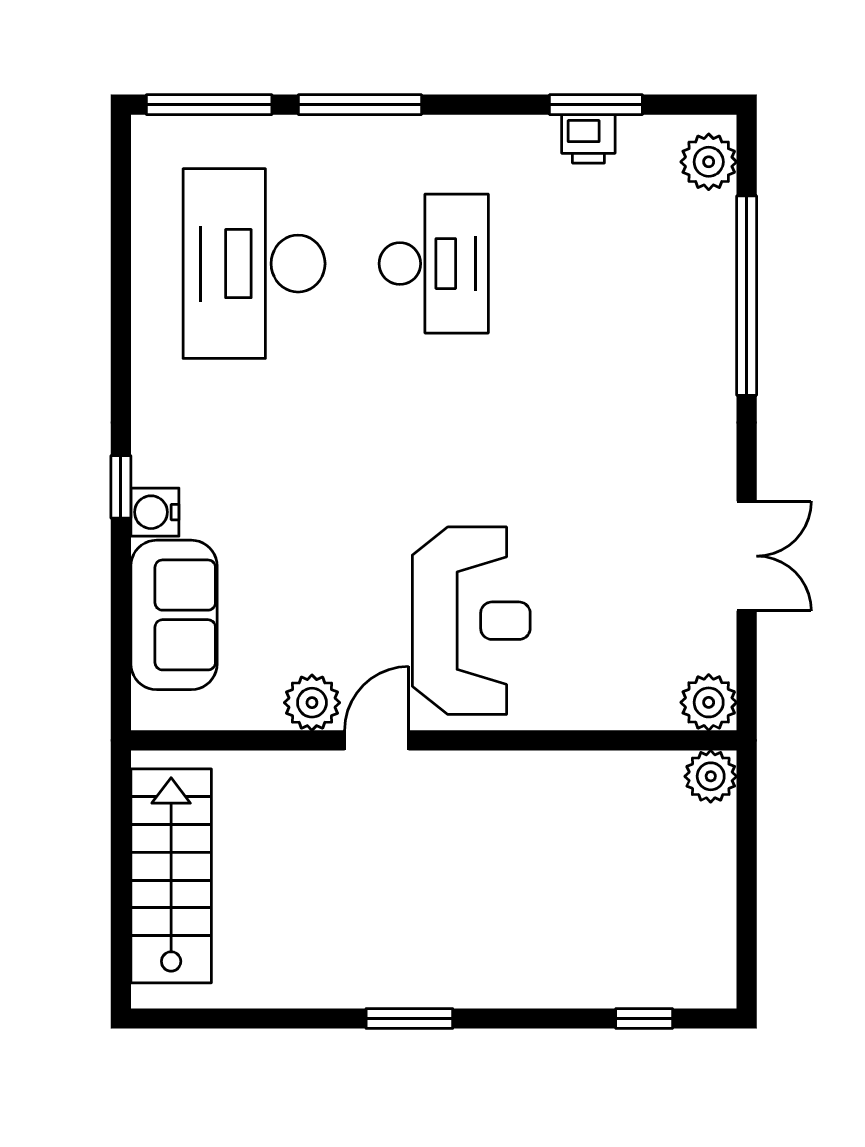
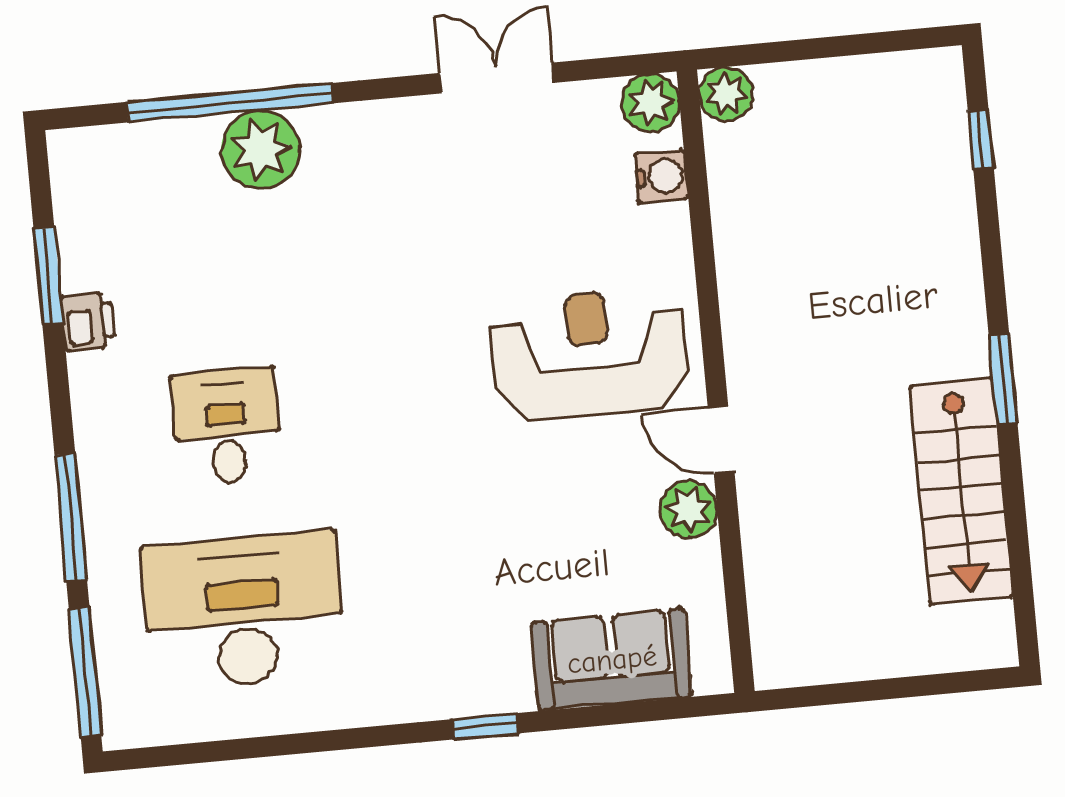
printer: (588, 139) -> (88, 322), moved
plant: (709, 162) -> (261, 150), moved, width x1.36, depth x1.36
desk: (254, 264) -> (244, 611), turned 180
desk: (434, 264) -> (227, 427), width x0.73
water cooler: (155, 512) -> (661, 176), moved, turned -90
stairs: (171, 876) -> (961, 491), moved, turned -90

